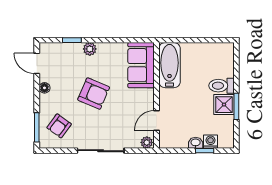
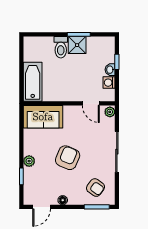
bathtub: (169, 65) -> (33, 82), moved, turned 90
washing machine: (211, 142) -> (109, 83), moved

